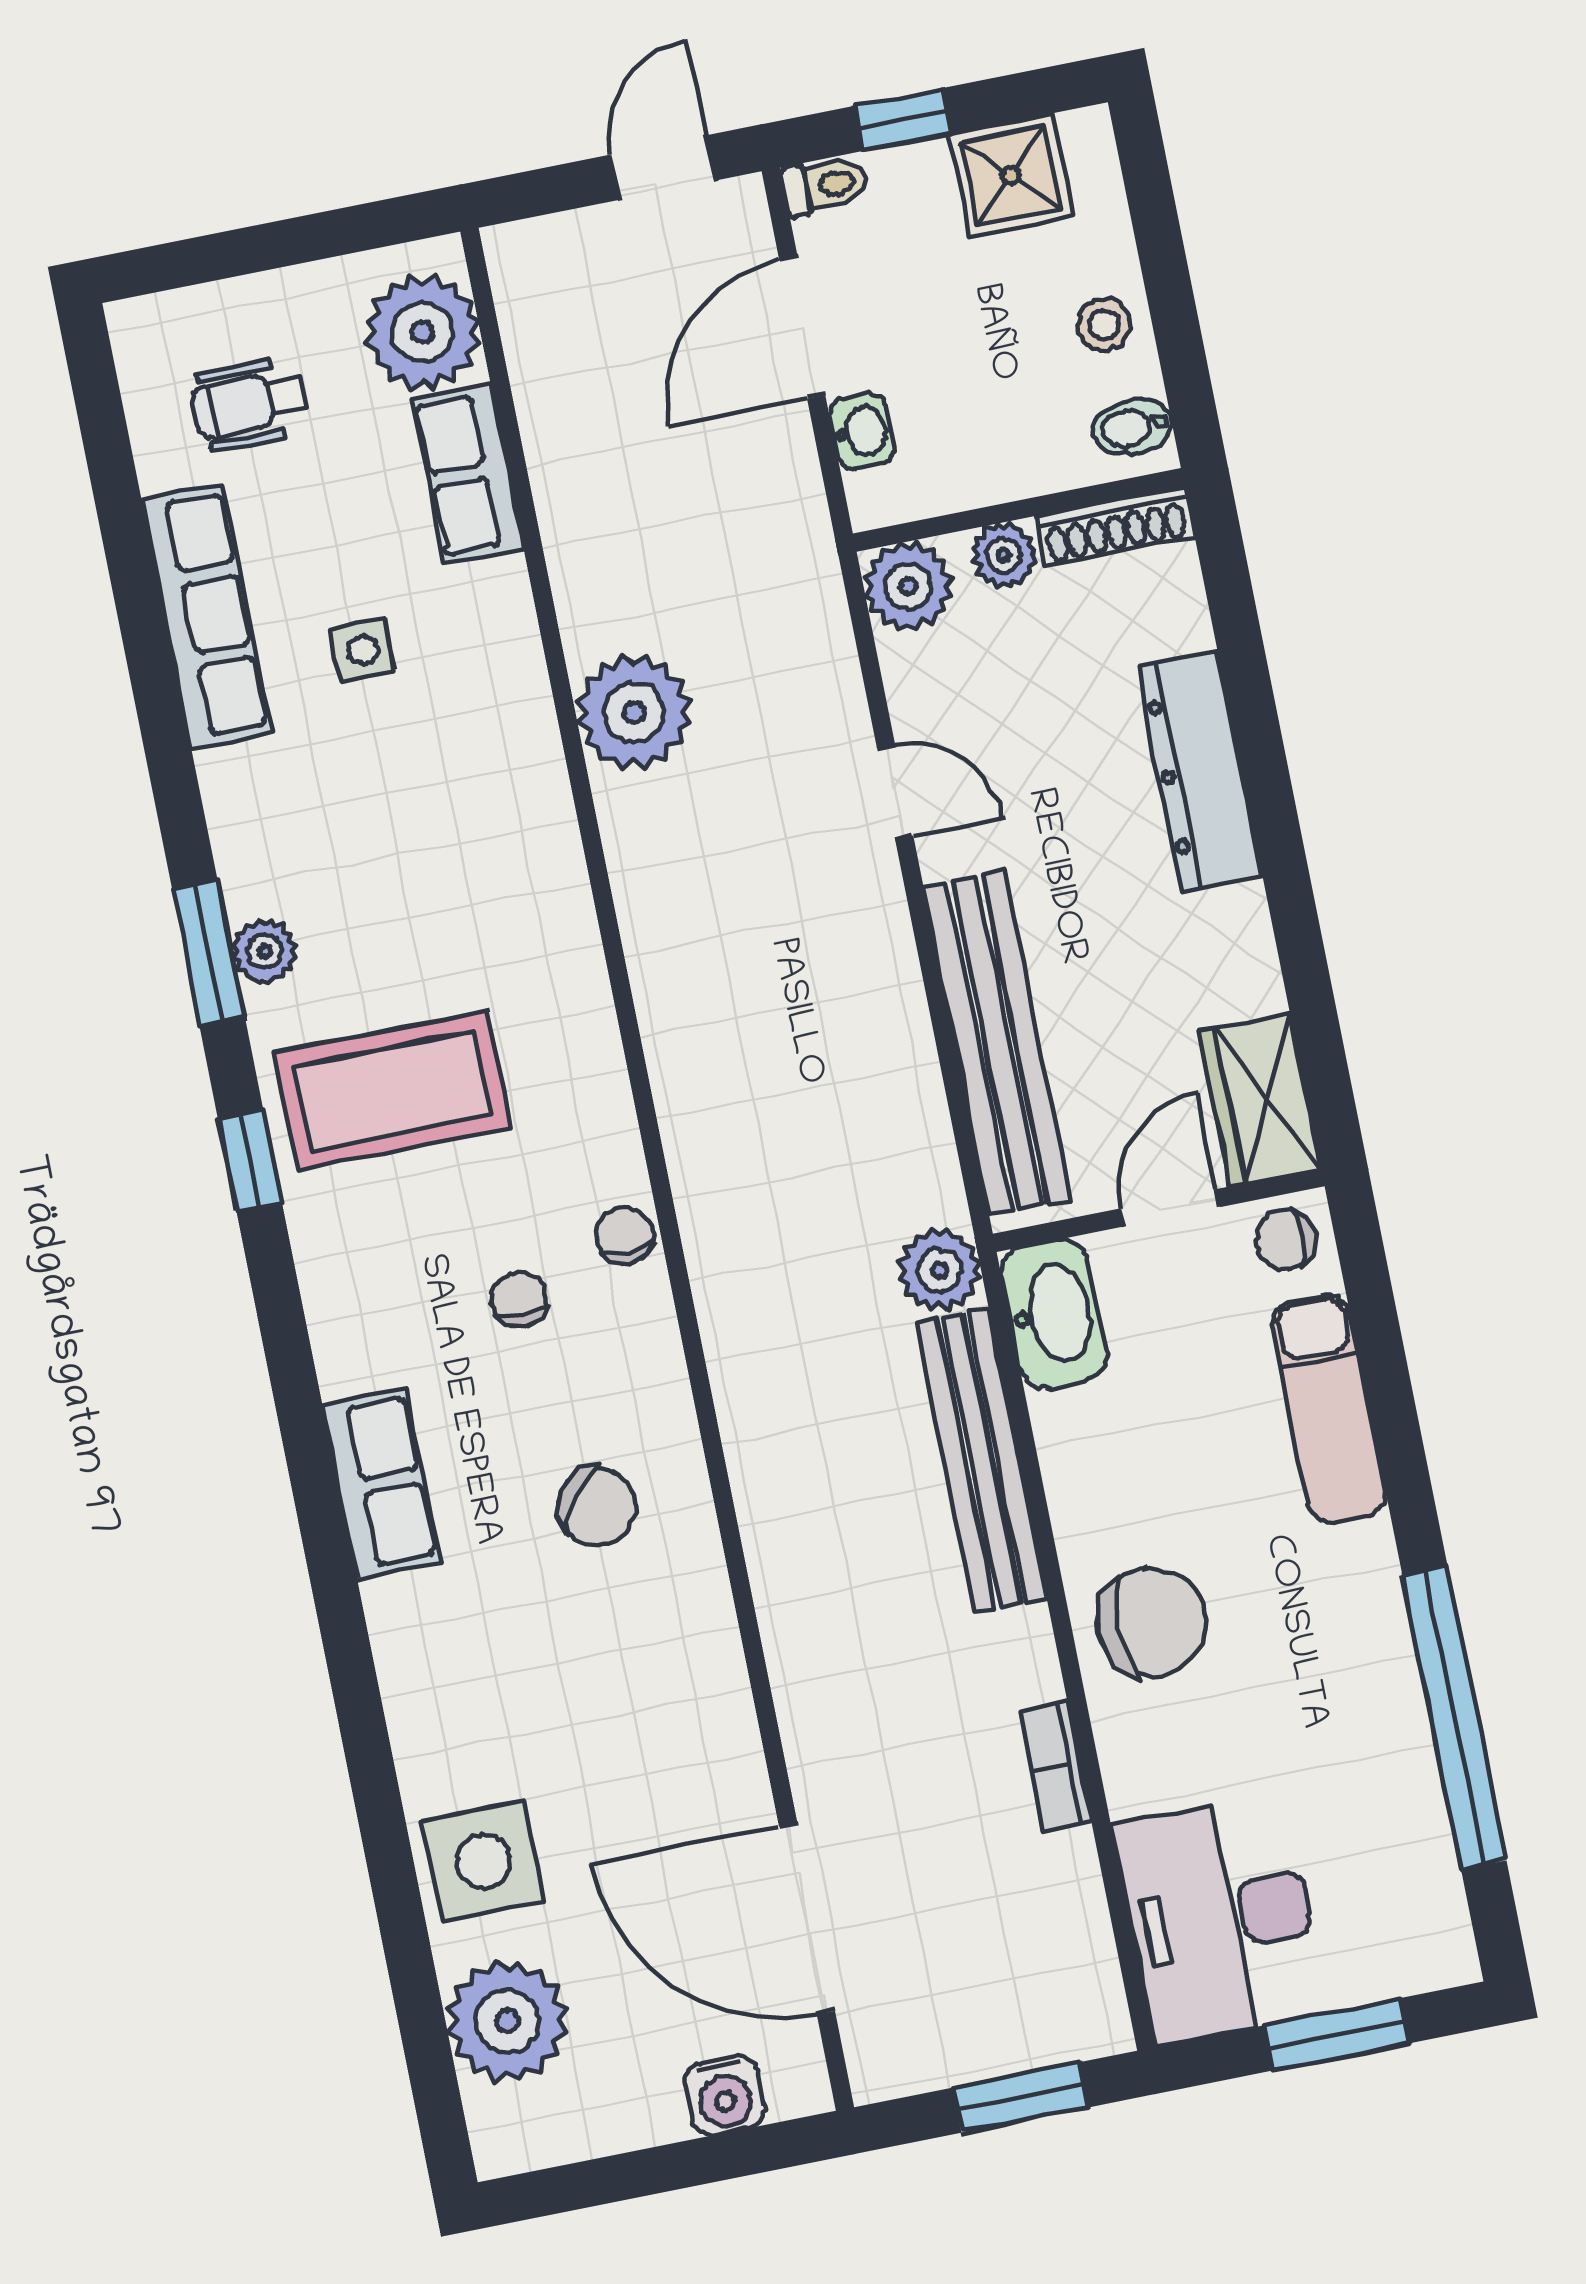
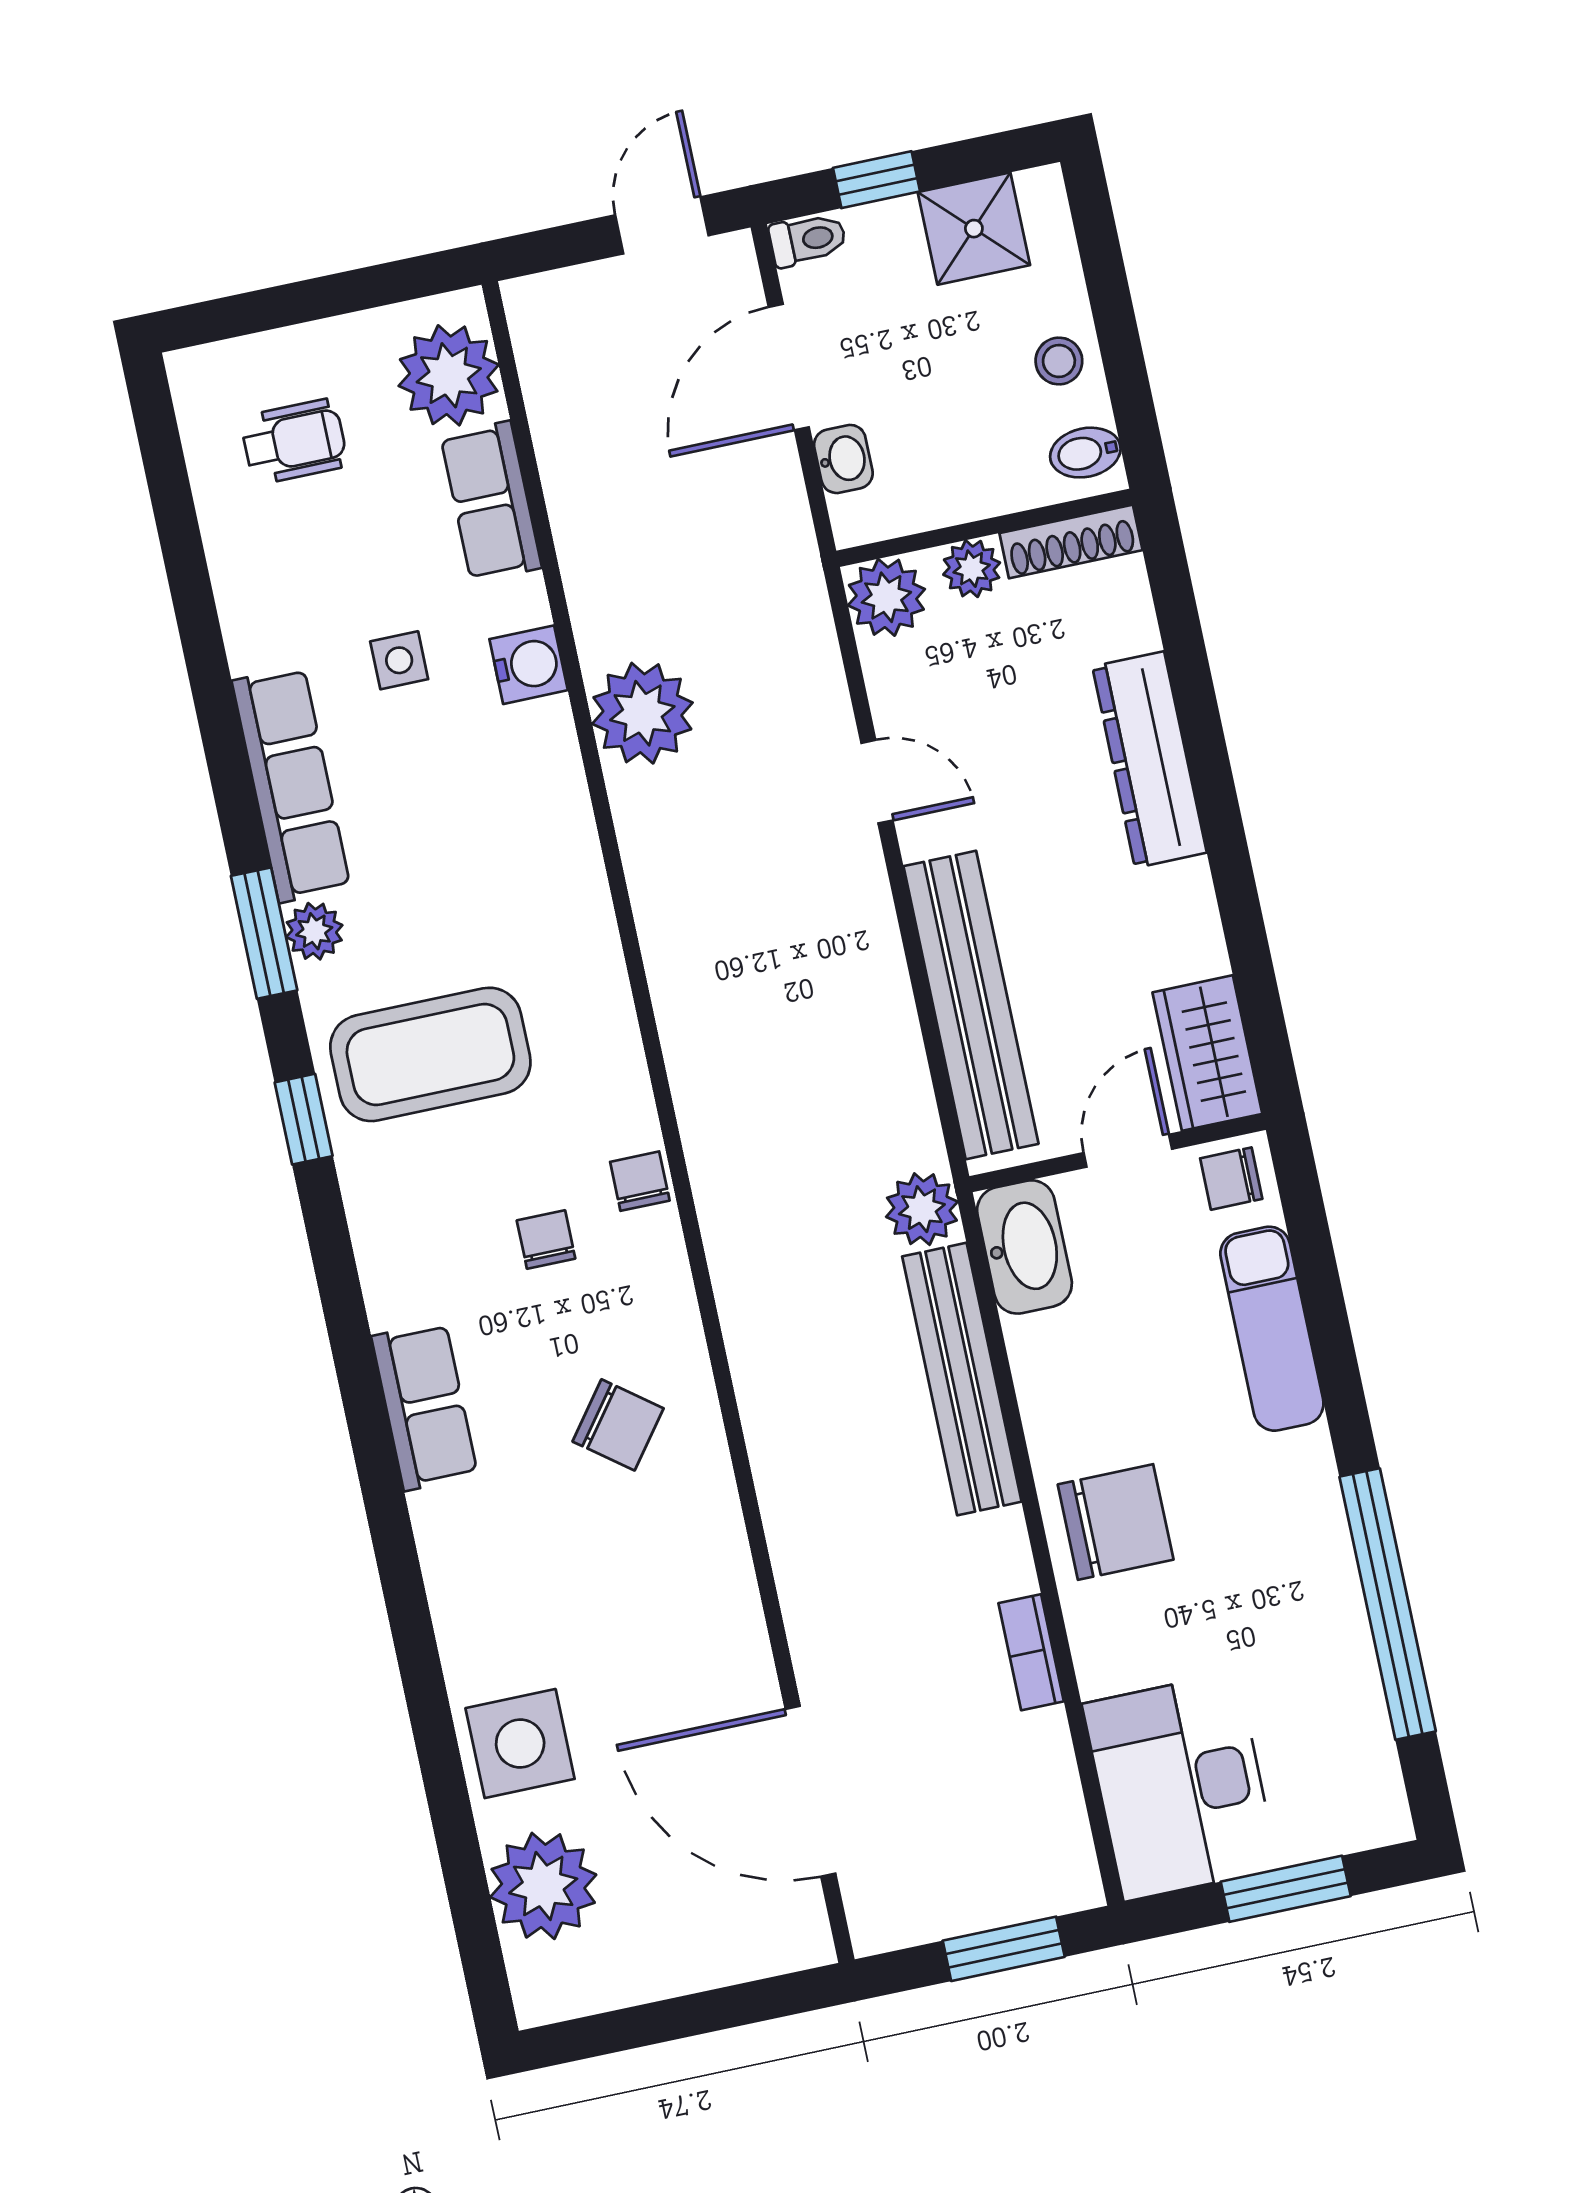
wheelchair: (249, 404) -> (294, 441), turned 180
row of seats: (207, 616) -> (291, 784), moved
water cooler: (724, 2095) -> (529, 665), moved, turned -90

